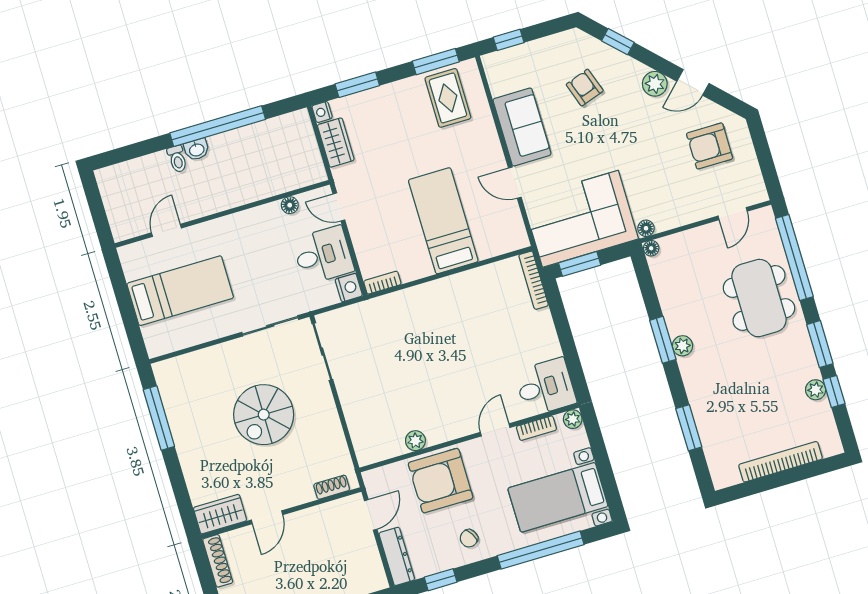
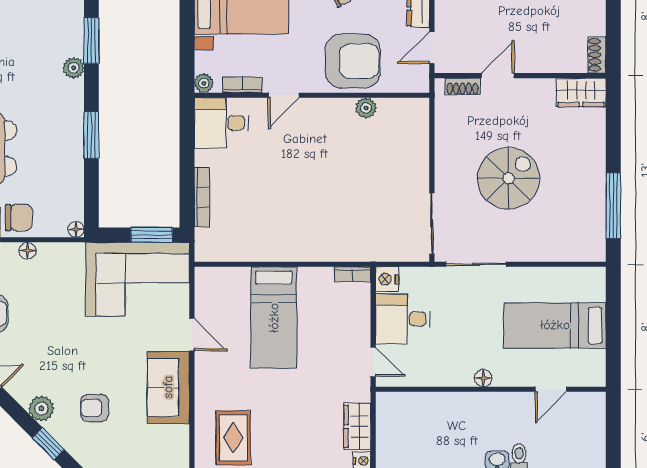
plant: (655, 84) -> (41, 408), moved
armchair: (585, 88) -> (95, 408), turned 109
floor lamp: (290, 205) -> (483, 378), moved
floor lamp: (646, 228) -> (27, 251), moved
chair: (708, 243) -> (19, 218), added
bookcase: (534, 280) -> (202, 197), moved
plant: (683, 346) -> (74, 68), moved
door: (267, 517) -> (498, 76), moved
shoe rack: (218, 561) -> (597, 55), width x0.70

